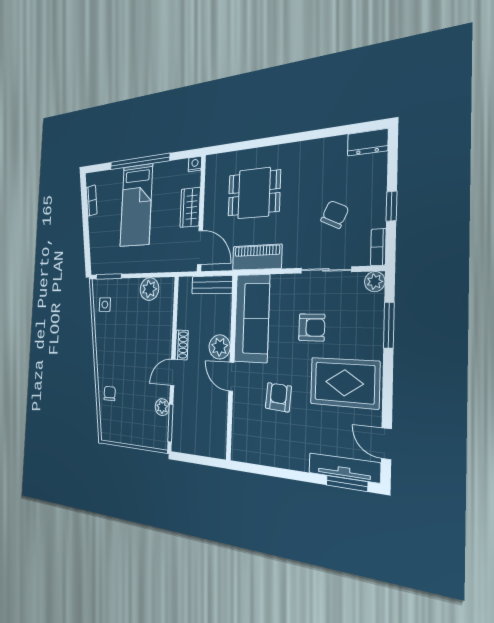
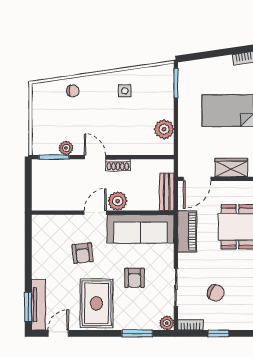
side table: (105, 305) -> (125, 91), moved
armchair: (278, 397) -> (83, 253), turned 80

